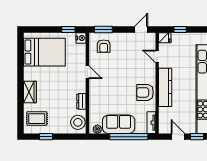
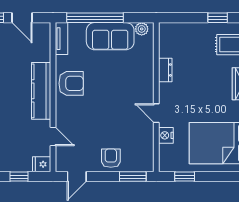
nightstand: (81, 38) -> (166, 135), moved
armchair: (104, 46) -> (111, 158), moved
stool: (78, 122) -> (170, 39), removed

